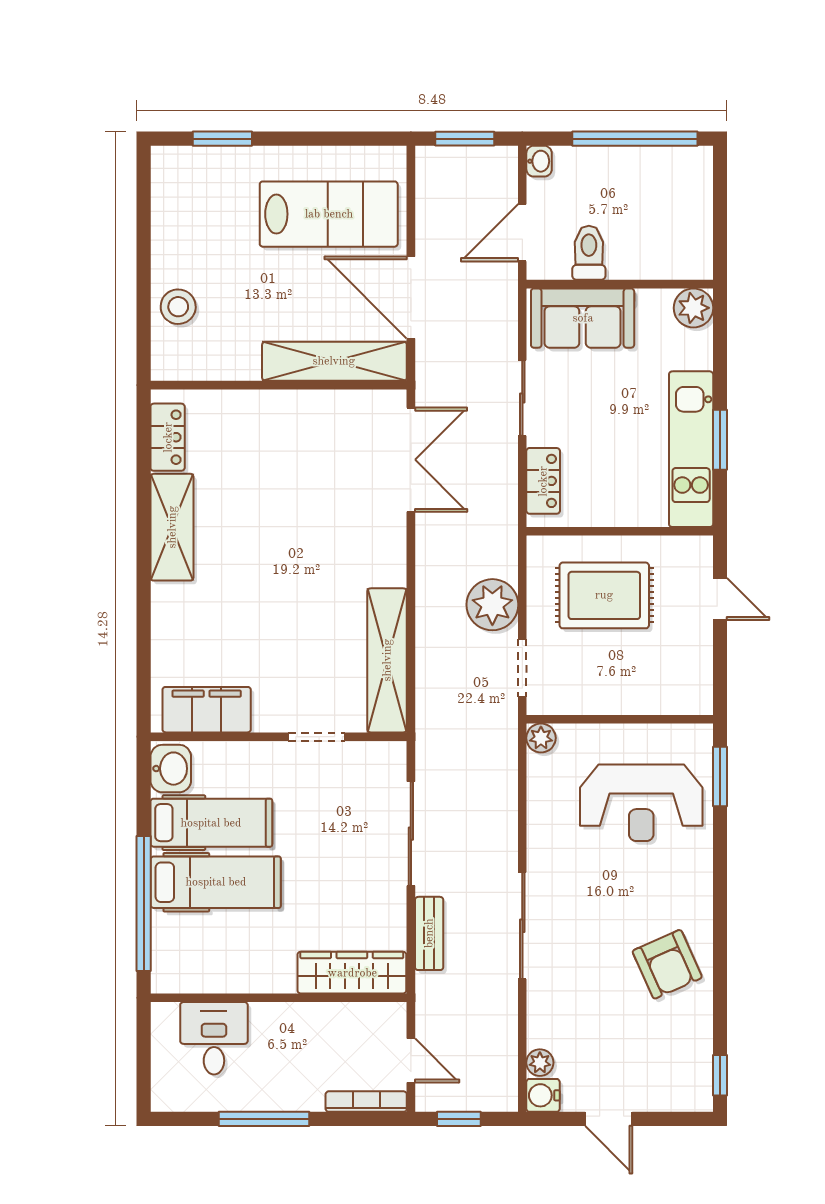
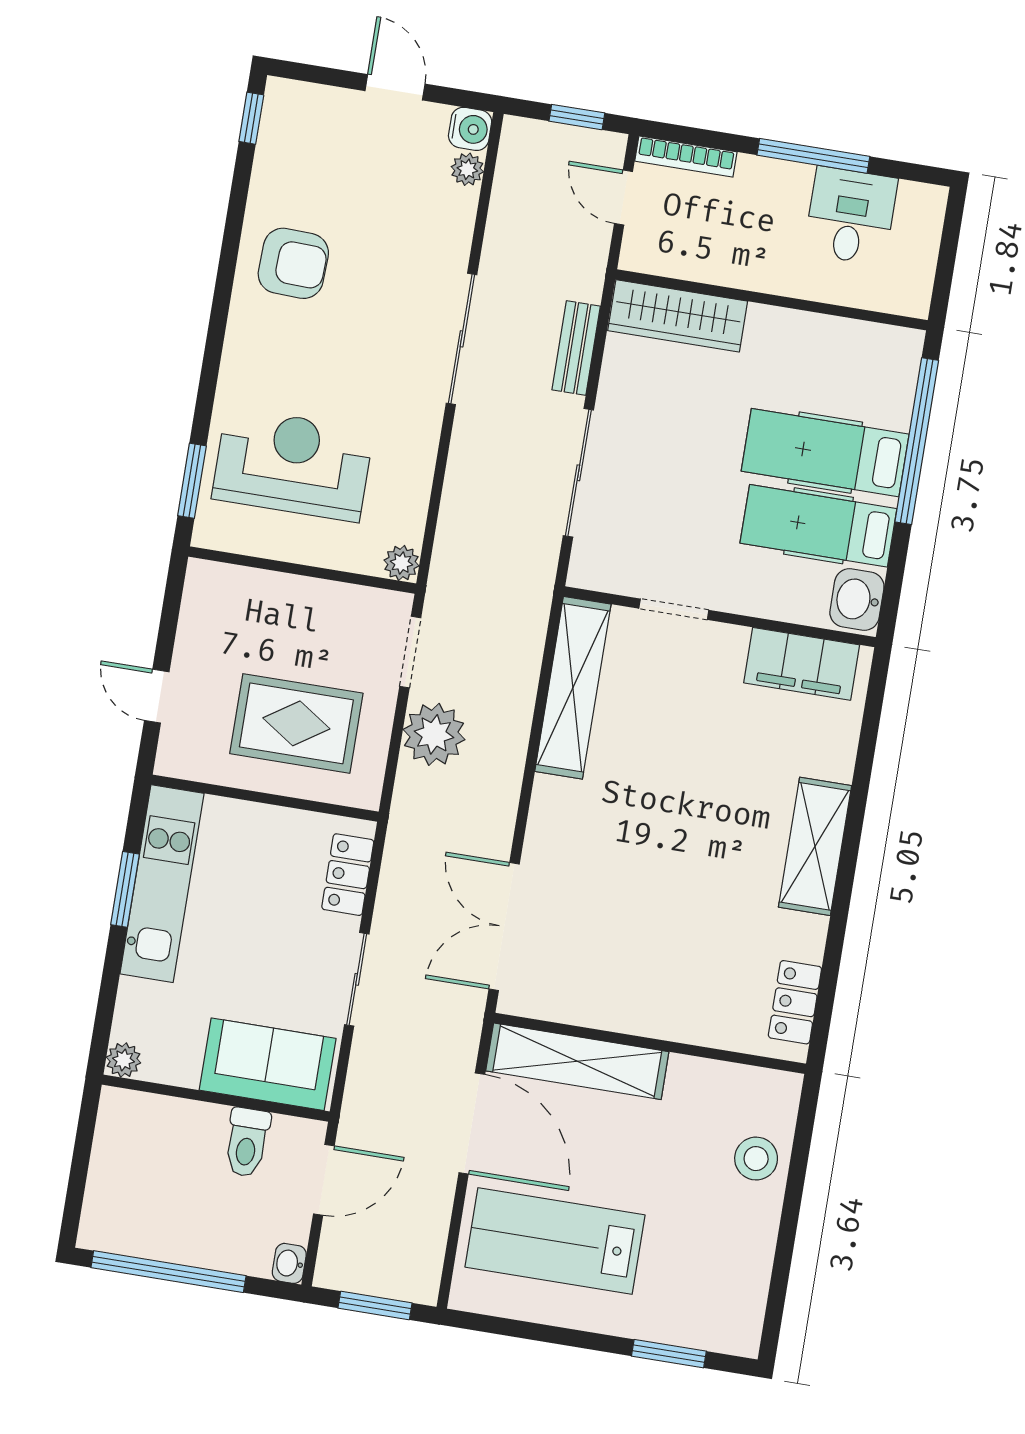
plant: (693, 308) -> (124, 1060), width x0.73, depth x0.73
shelving: (172, 527) -> (815, 846), moved
armchair: (667, 964) -> (293, 263), turned 116
desk: (214, 1038) -> (851, 216), moved, turned 180

